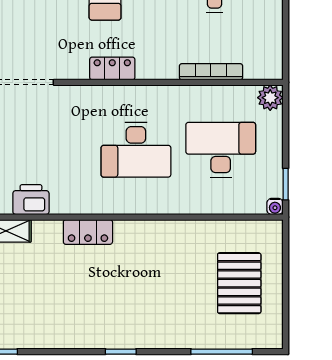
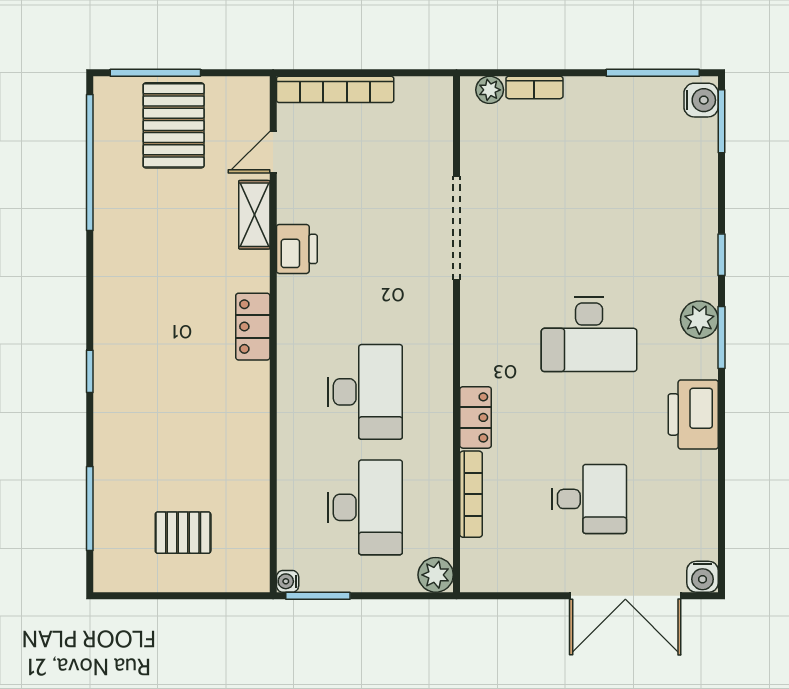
locker: (112, 68) -> (476, 417), moved
desk: (136, 150) -> (365, 392), turned 180
window: (286, 184) -> (318, 596), width x1.50
pallet: (239, 283) -> (183, 533), width x0.67, depth x0.71

